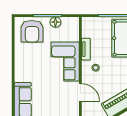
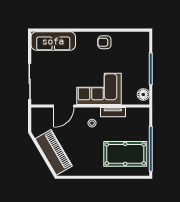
floor lamp: (55, 22) -> (143, 95), moved
armchair: (32, 31) -> (104, 42), moved, width x0.53, depth x0.53

